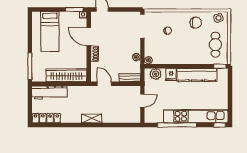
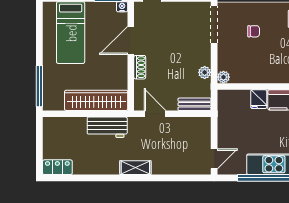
door: (89, 37) -> (131, 40), hinge flipped
plant: (156, 74) -> (235, 98), removed
workbench: (50, 92) -> (107, 127), moved, width x0.73
door: (142, 101) -> (214, 159), moved
locker: (46, 118) -> (57, 167), width x0.66

